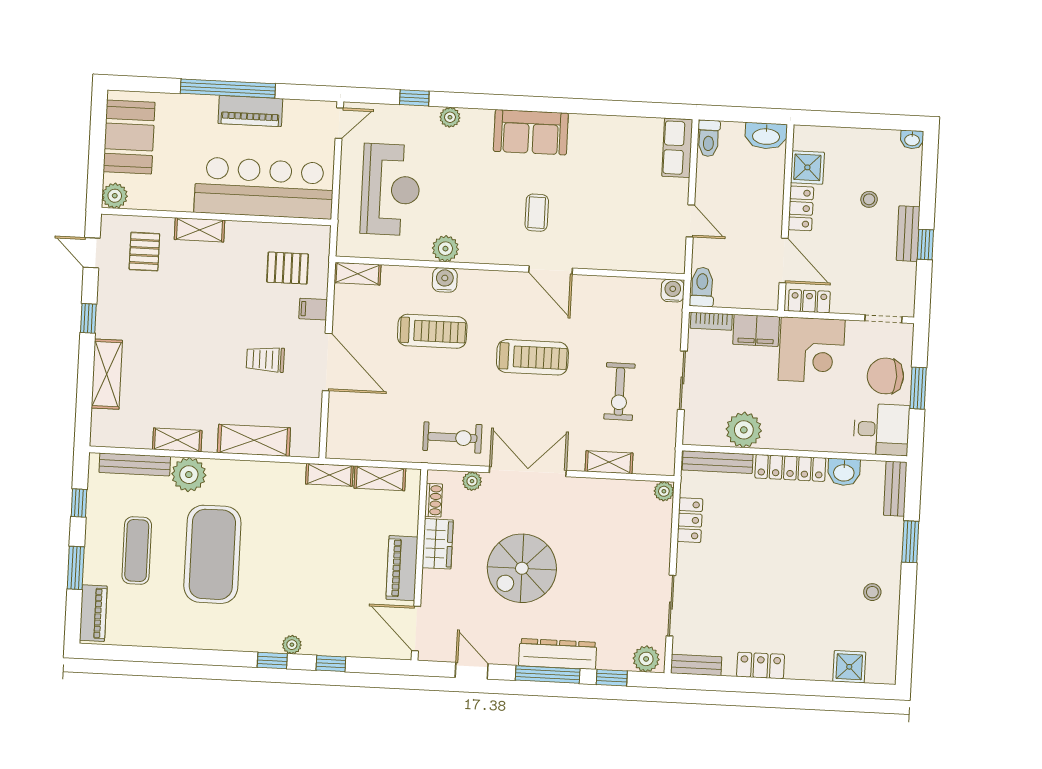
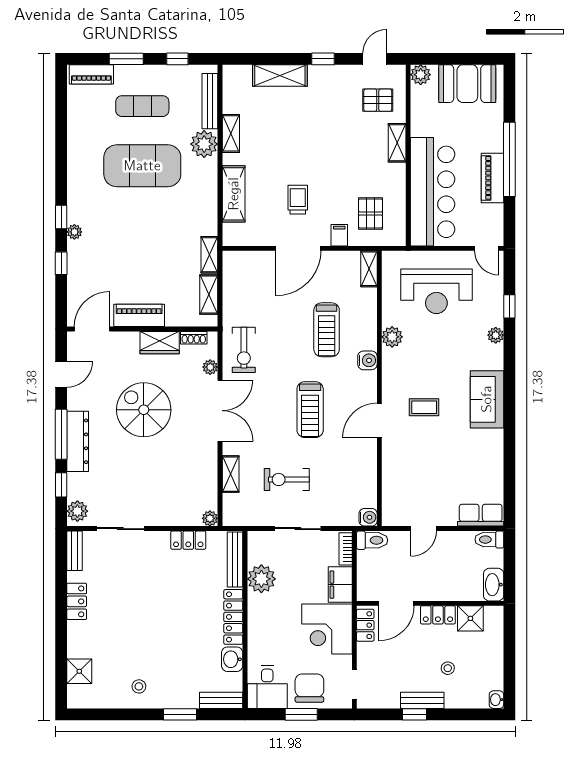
water cooler: (445, 280) -> (367, 360), moved

